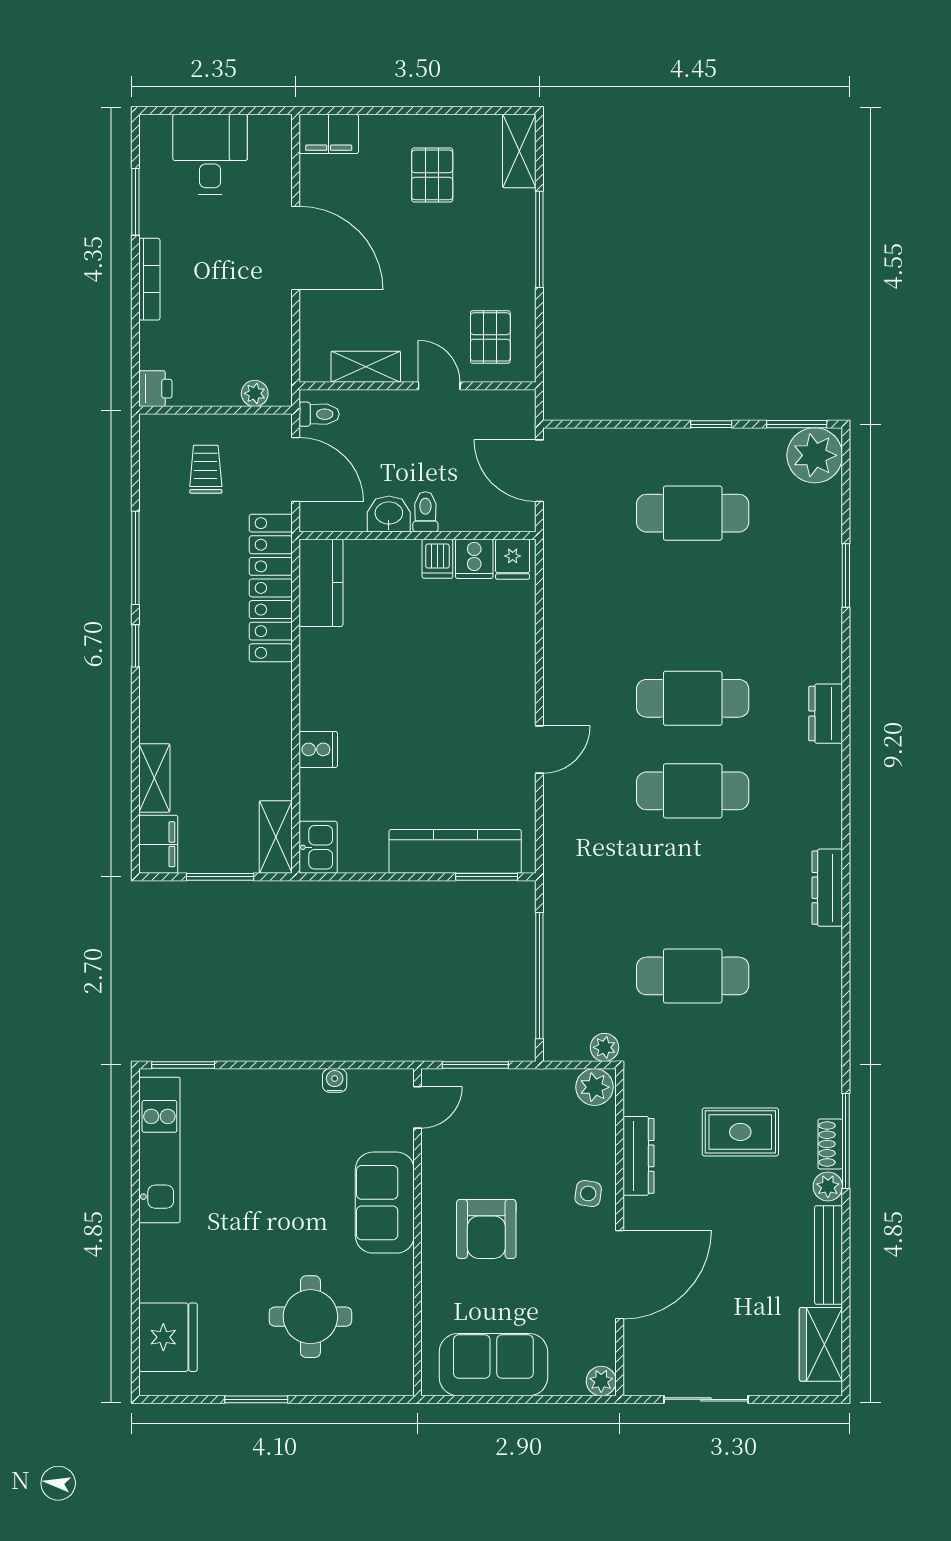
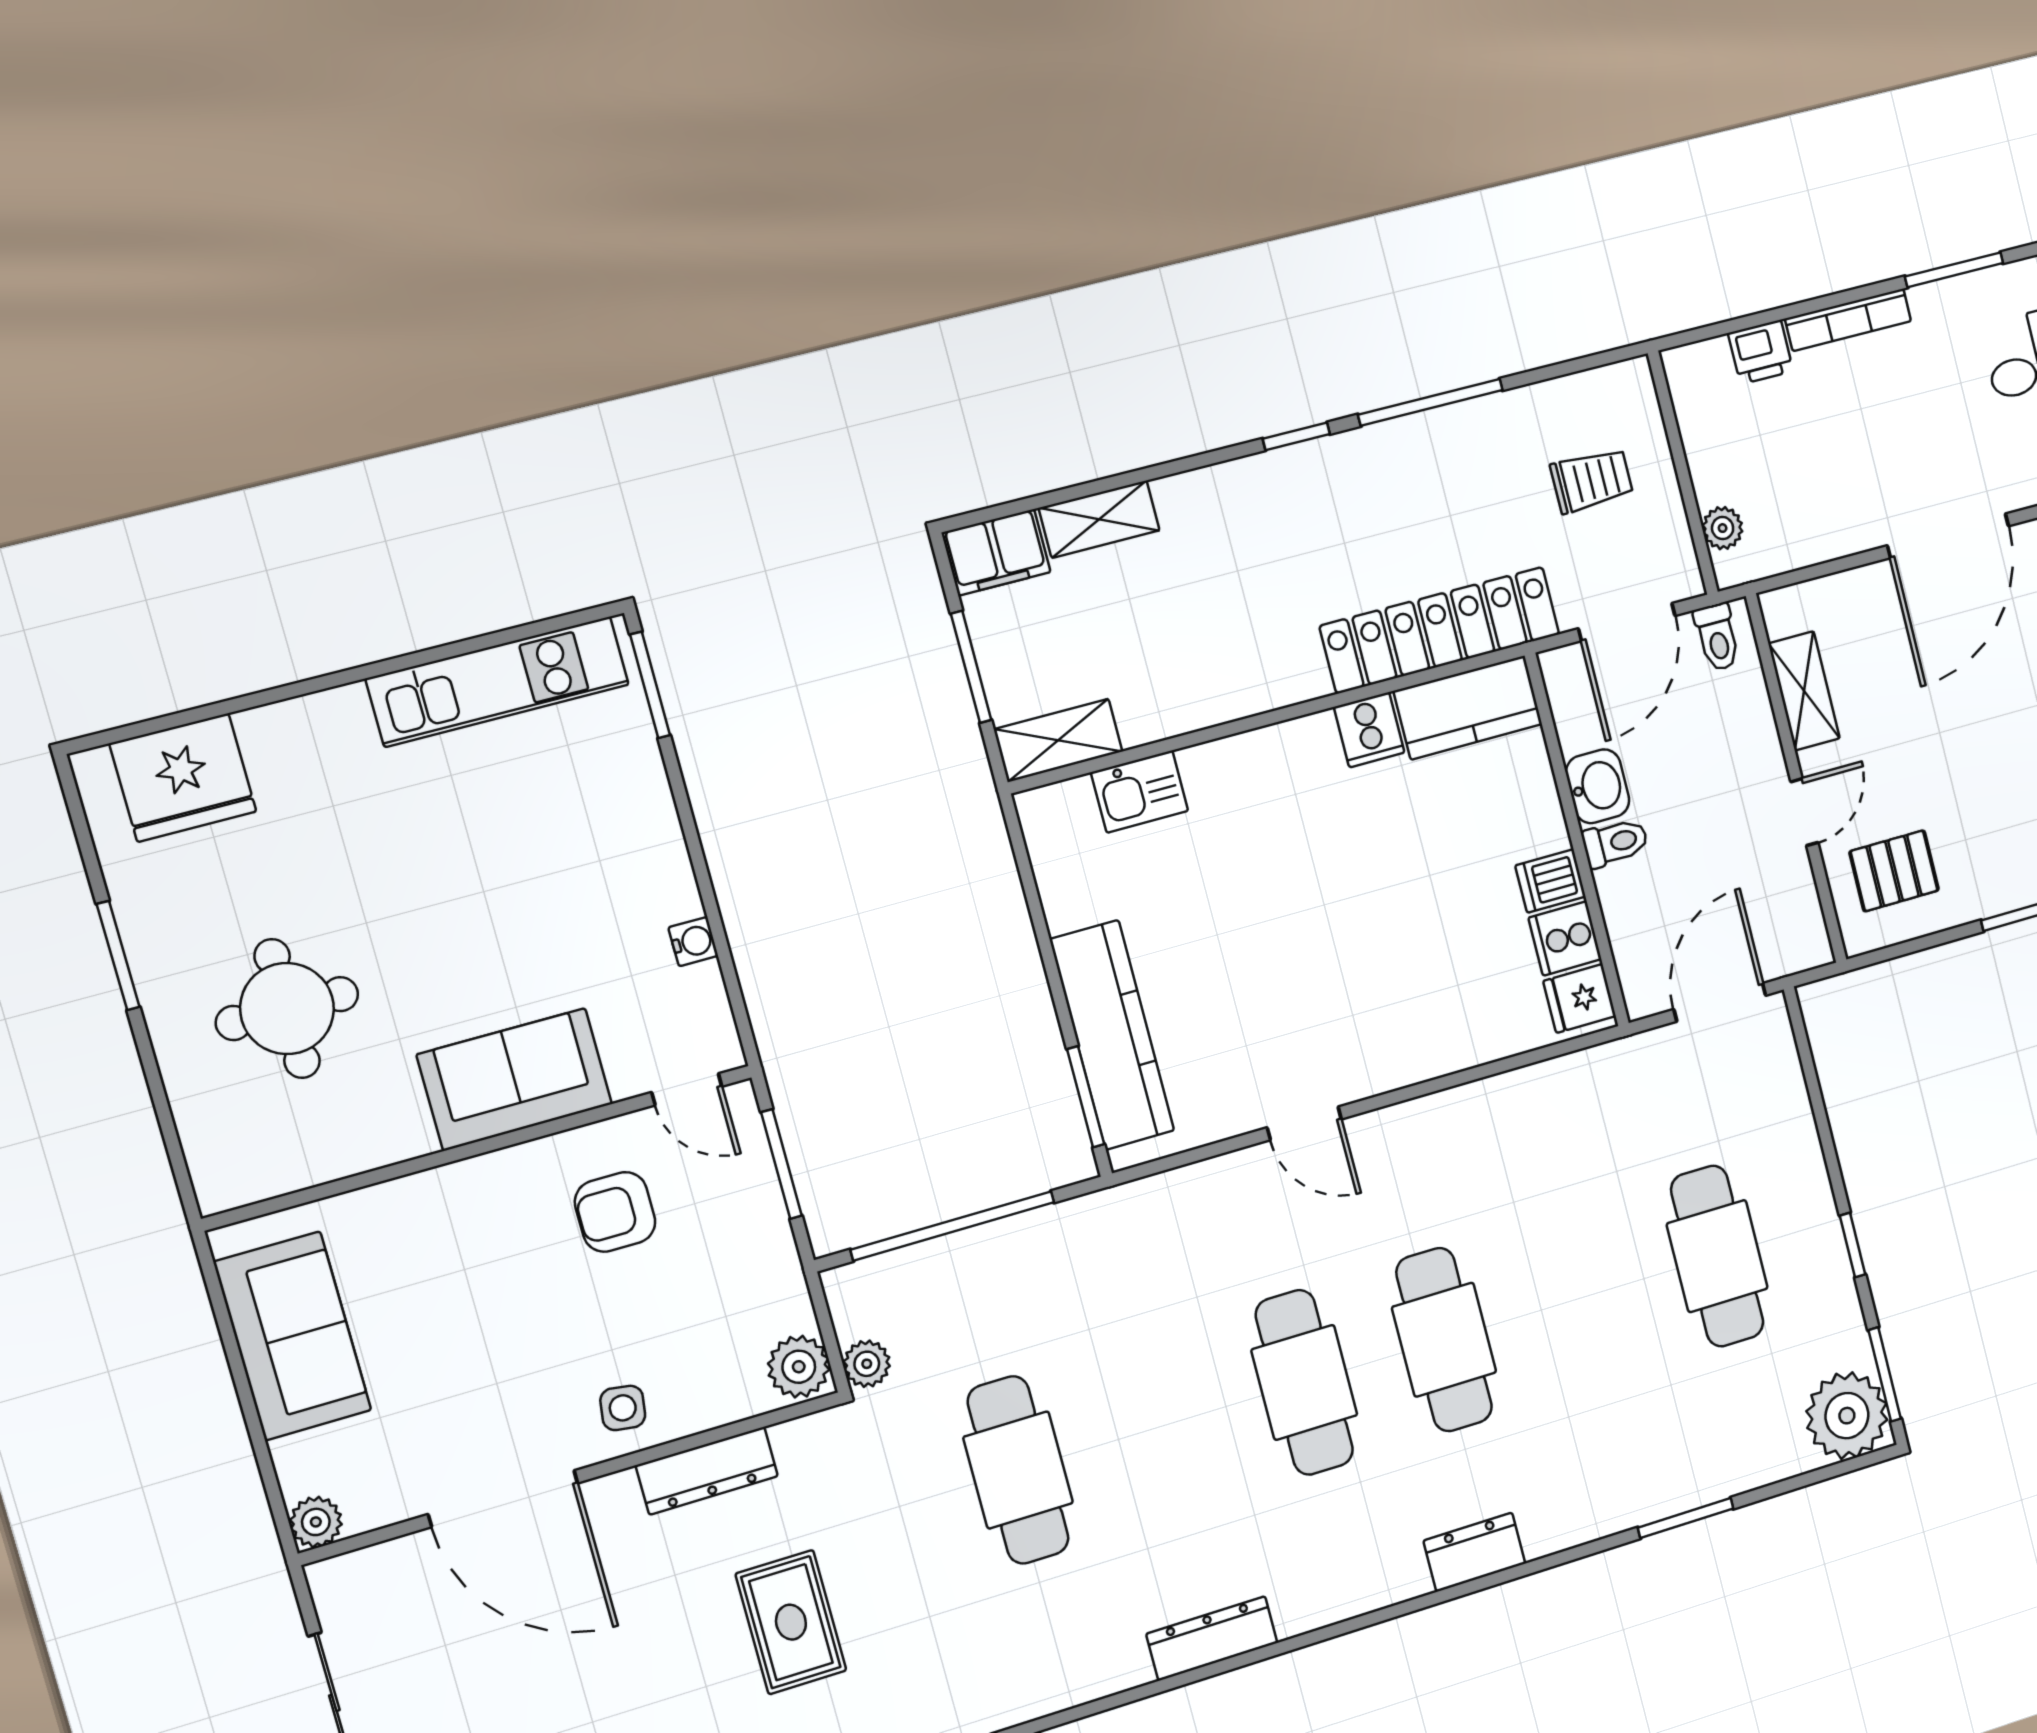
printer: (155, 389) -> (1761, 352), moved
cooker: (318, 749) -> (1369, 730), moved
kitchen sink: (318, 847) -> (1140, 792), moved
armchair: (486, 1229) -> (615, 1212), moved, width x0.72, depth x0.72

